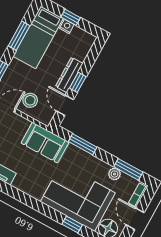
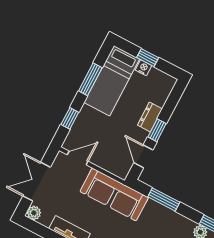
dresser: (69, 75) -> (150, 117), width x0.70
stool: (30, 100) -> (104, 151), removed
sofa: (45, 143) -> (114, 194), width x1.36

